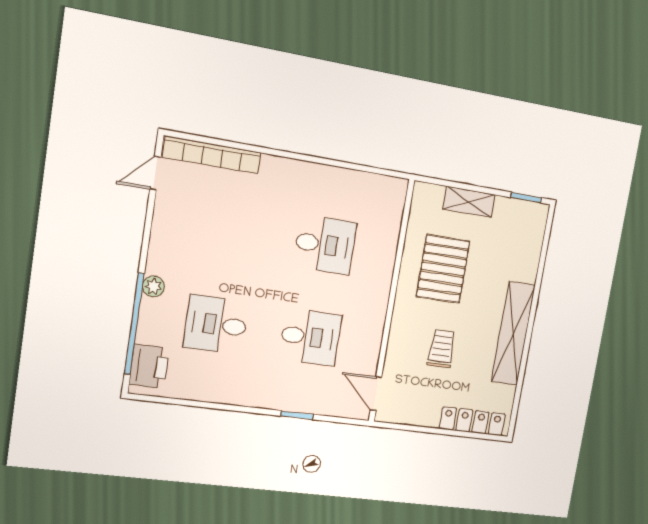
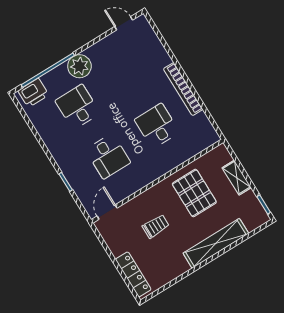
bookcase: (212, 155) -> (183, 89), moved
desk: (325, 245) -> (157, 126), turned 180
pallet: (443, 269) -> (194, 193), turned 90
plant: (153, 286) -> (79, 66), width x1.88, depth x1.88
shelving: (513, 334) -> (216, 243), moved

